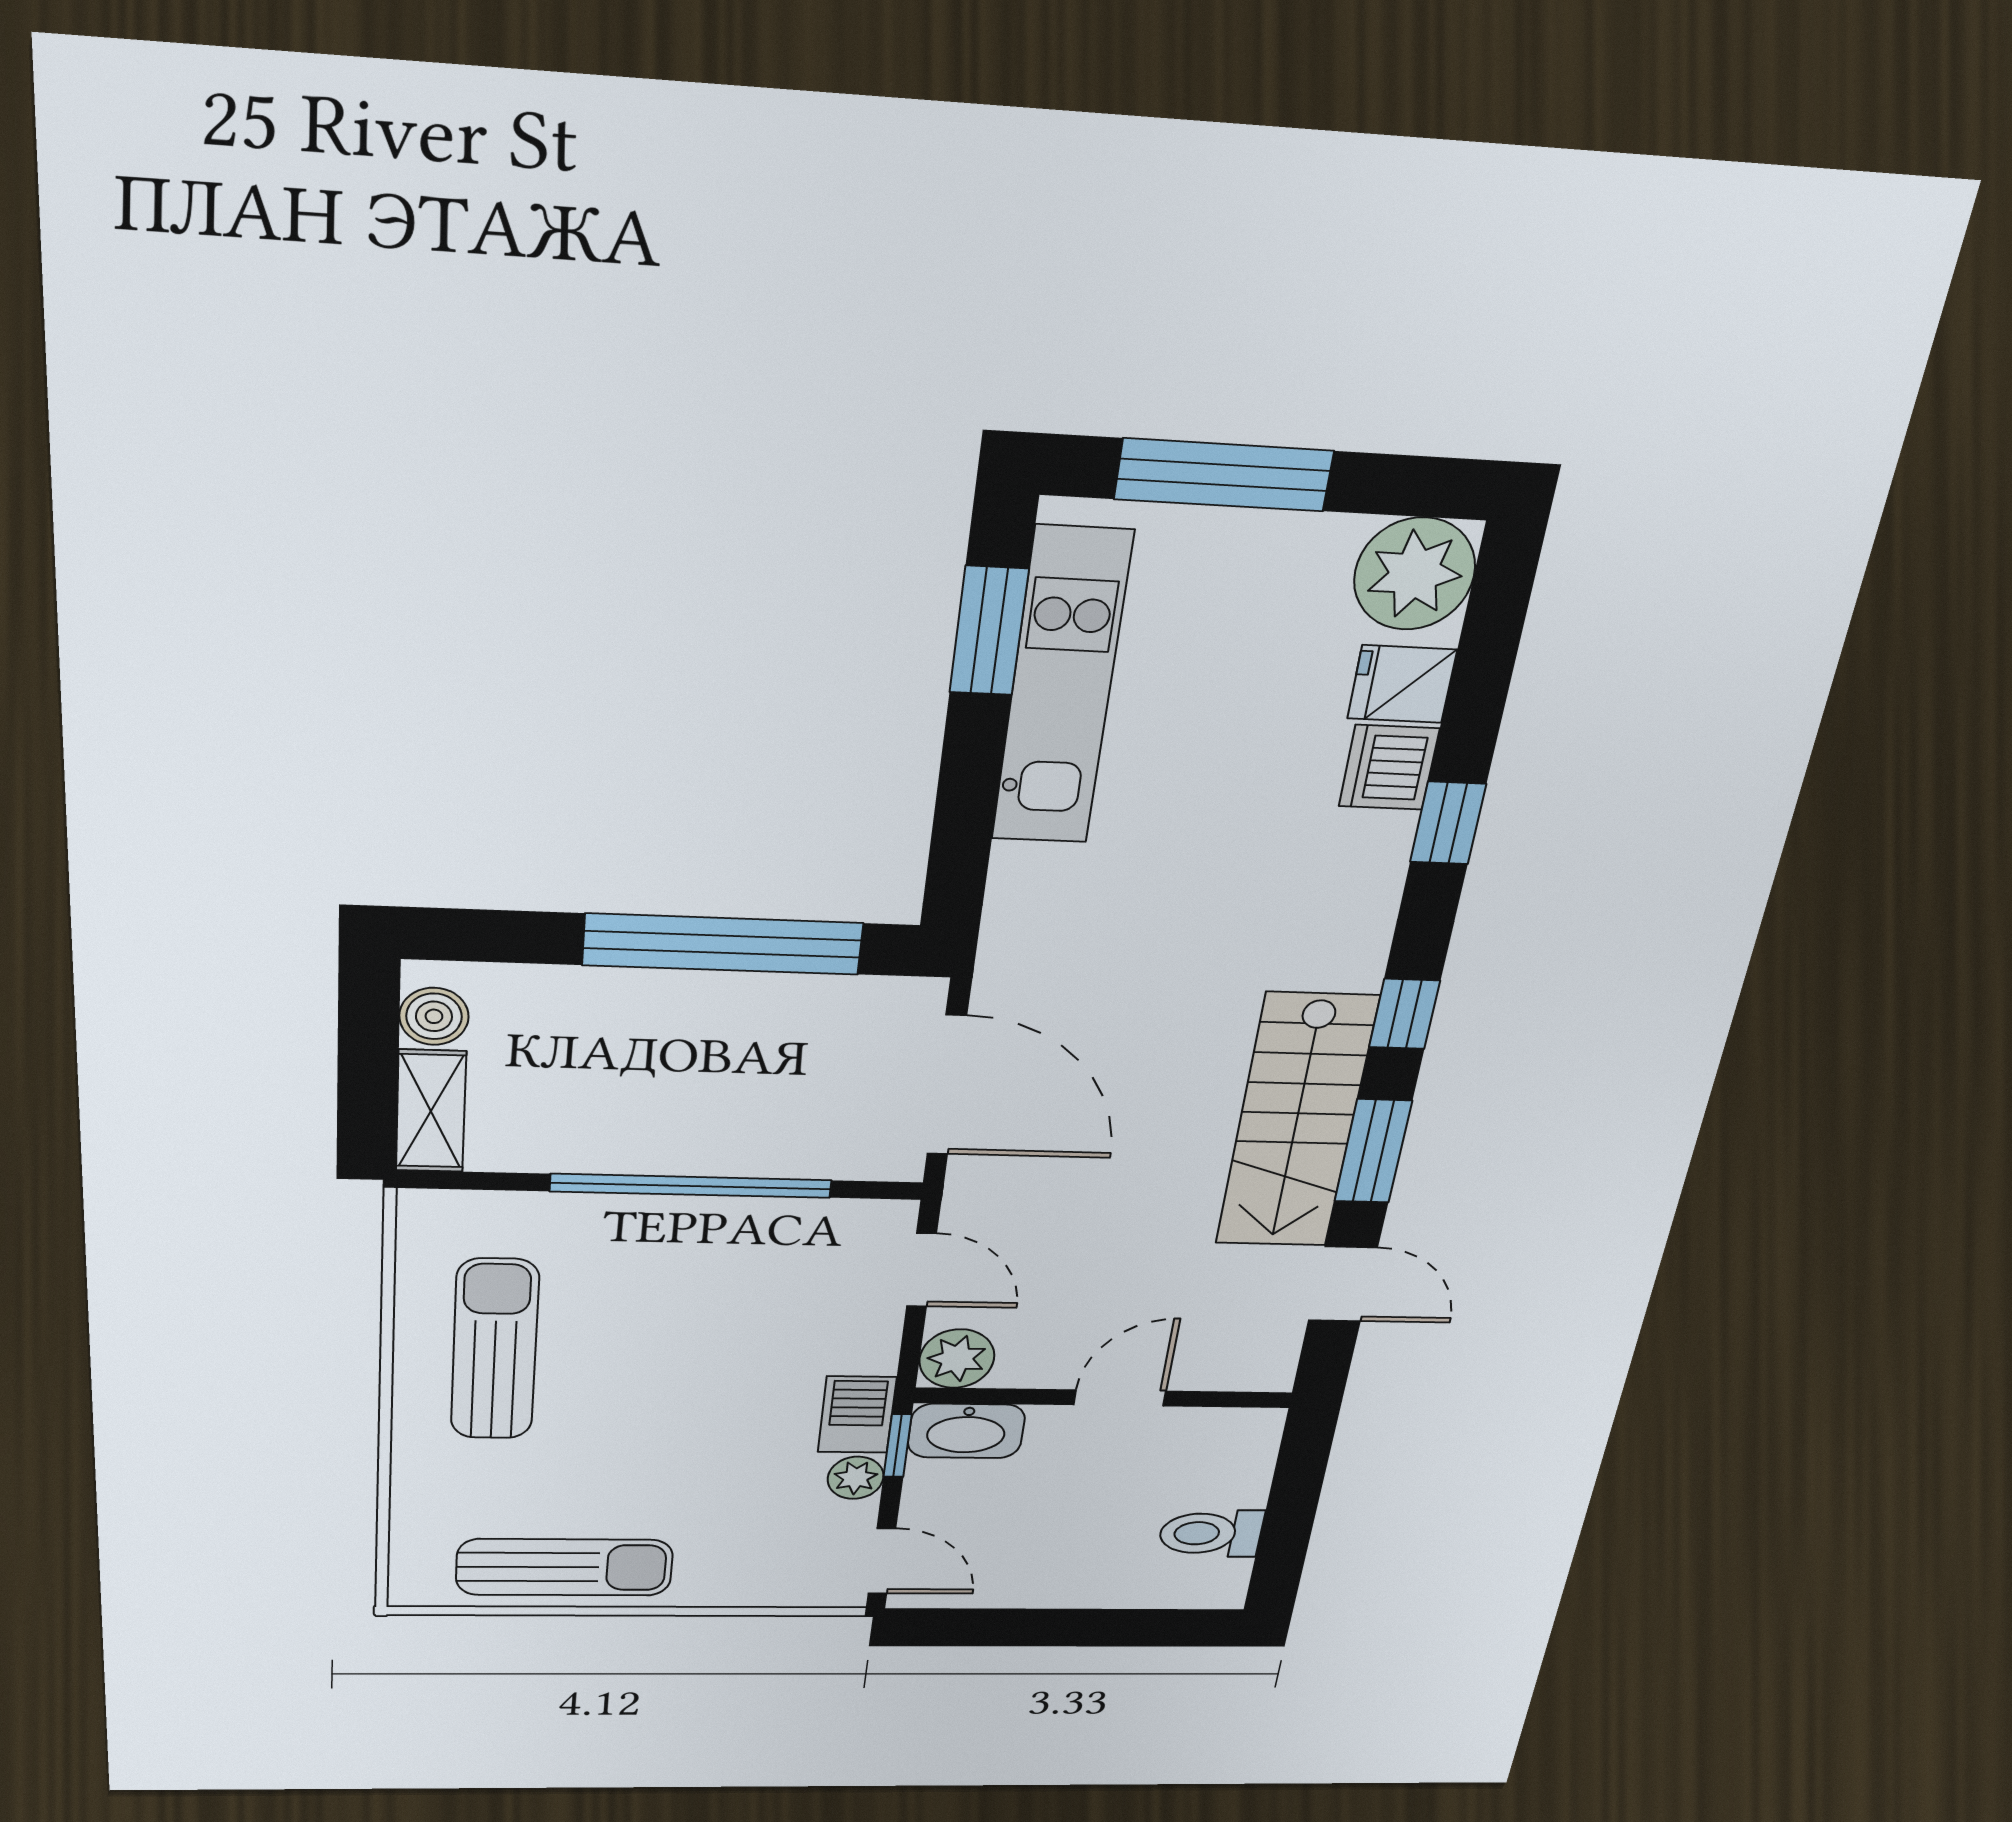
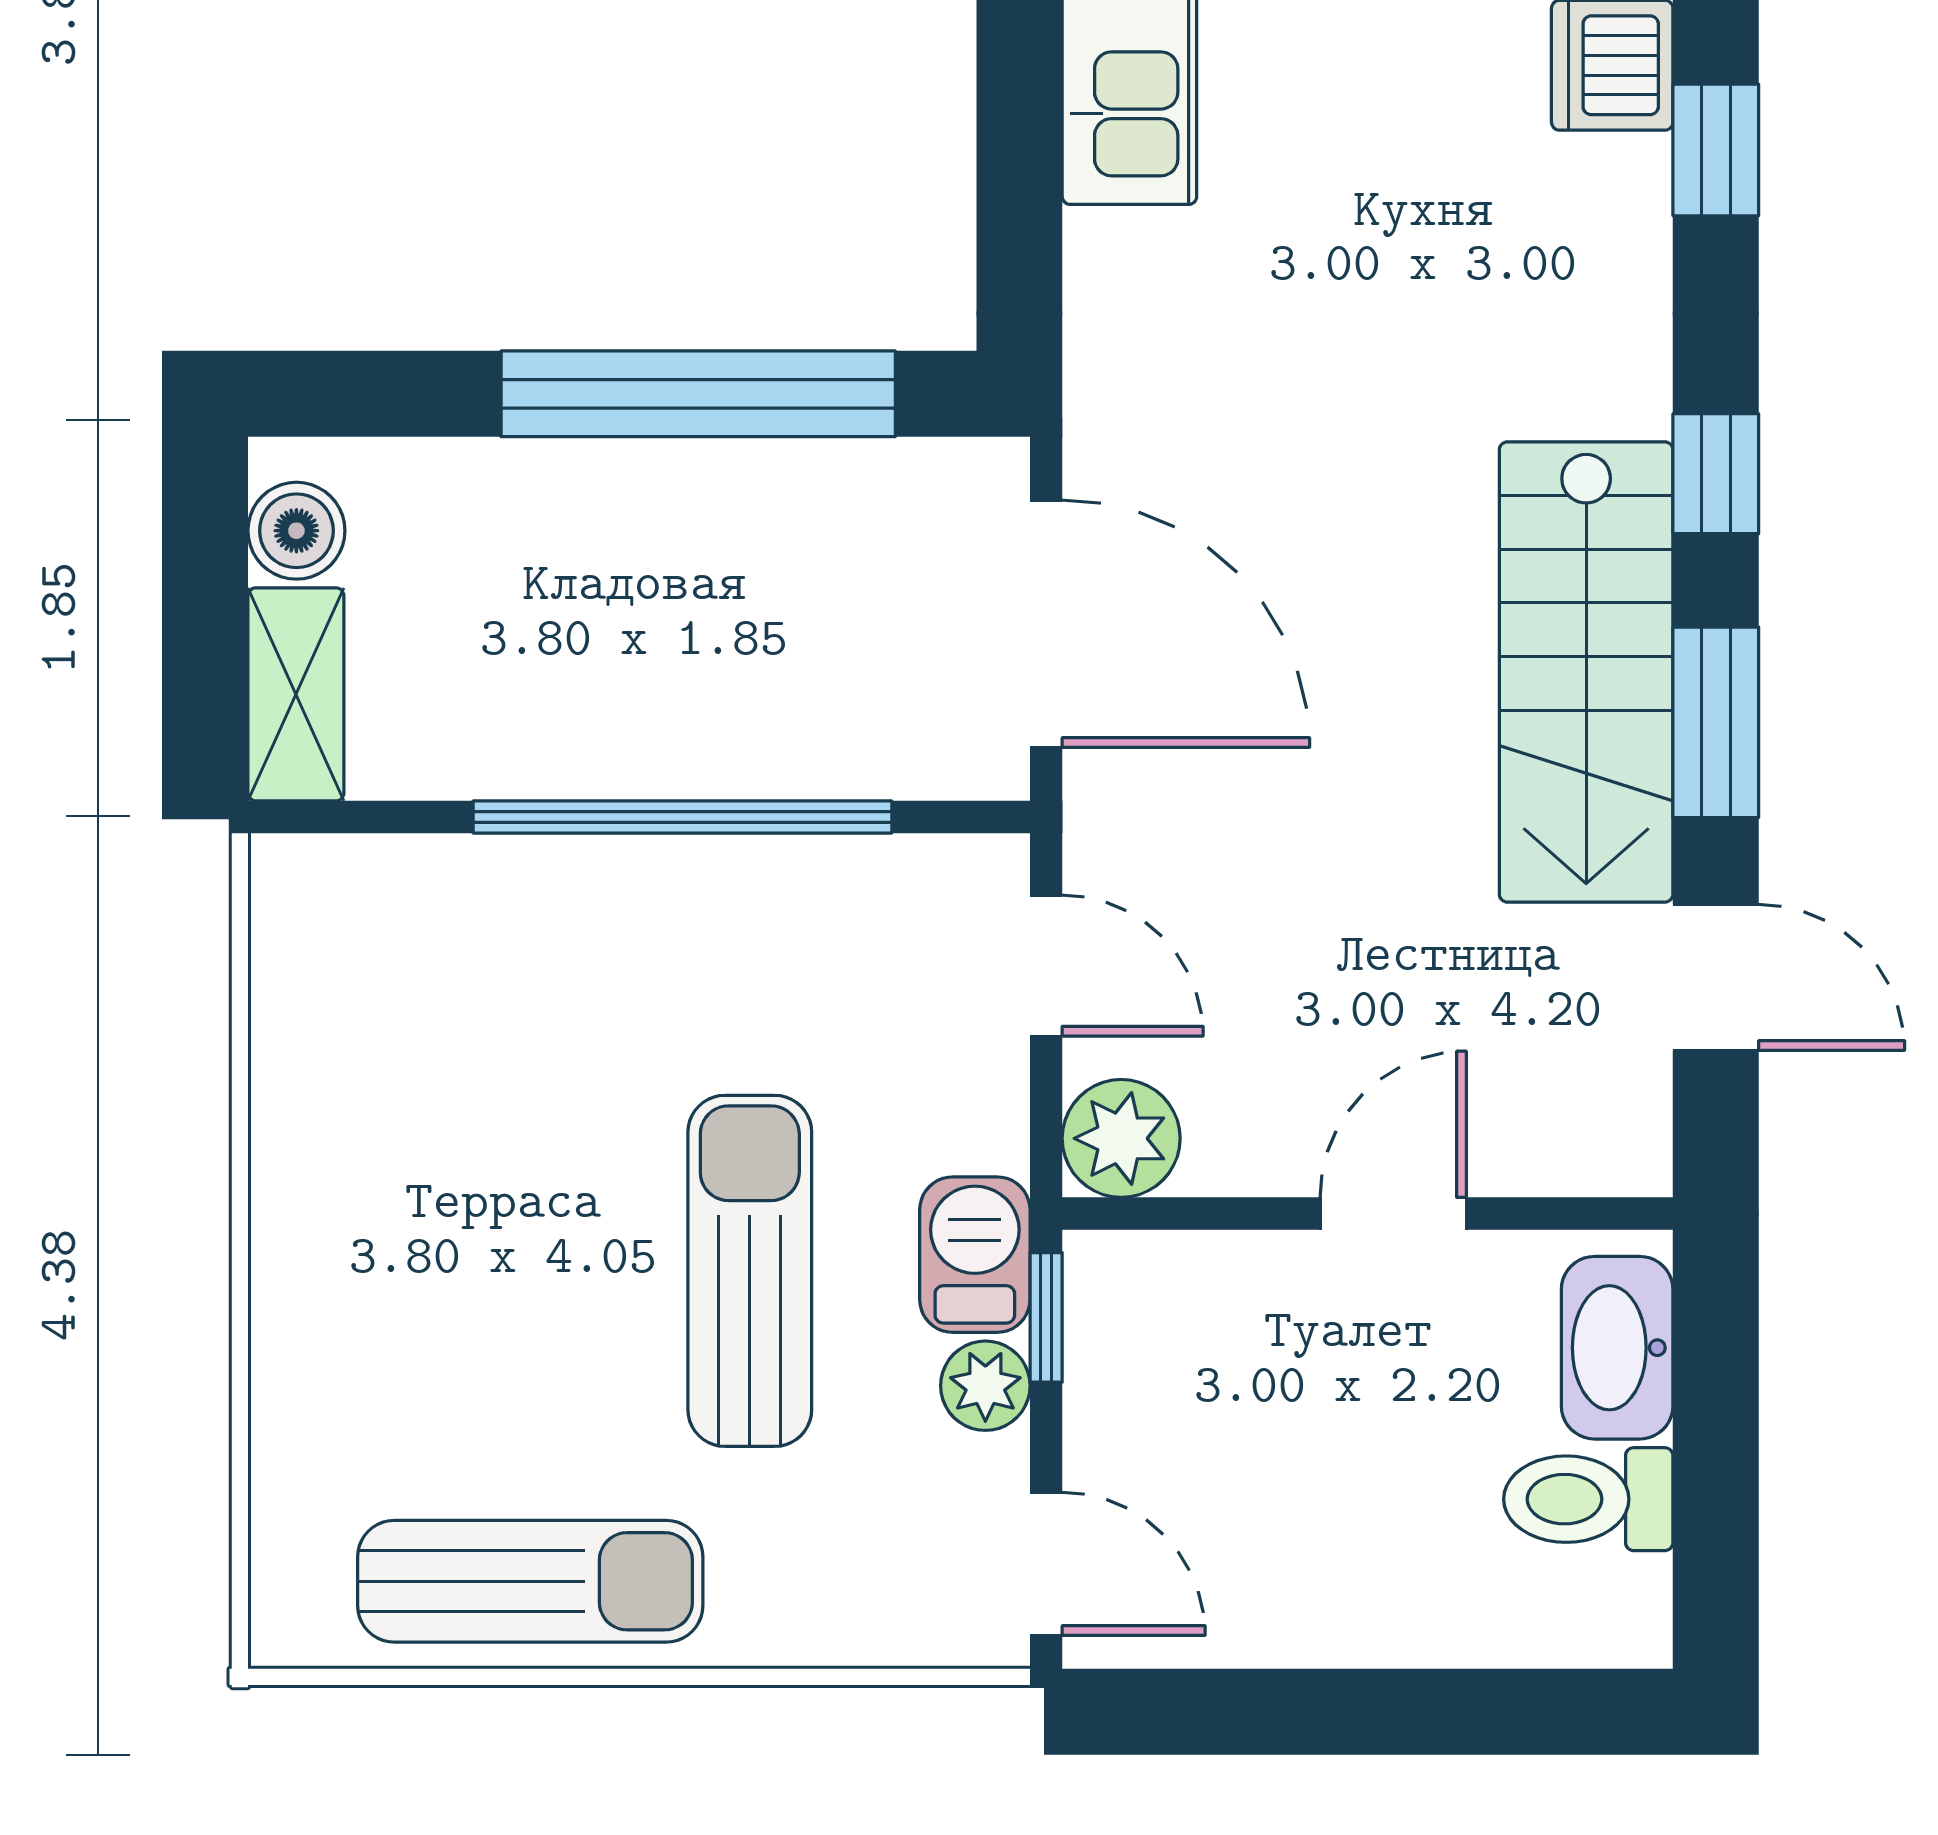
sun lounger: (495, 1350) -> (750, 1271), moved
washbasin: (966, 1431) -> (1617, 1348), moved, turned 90

